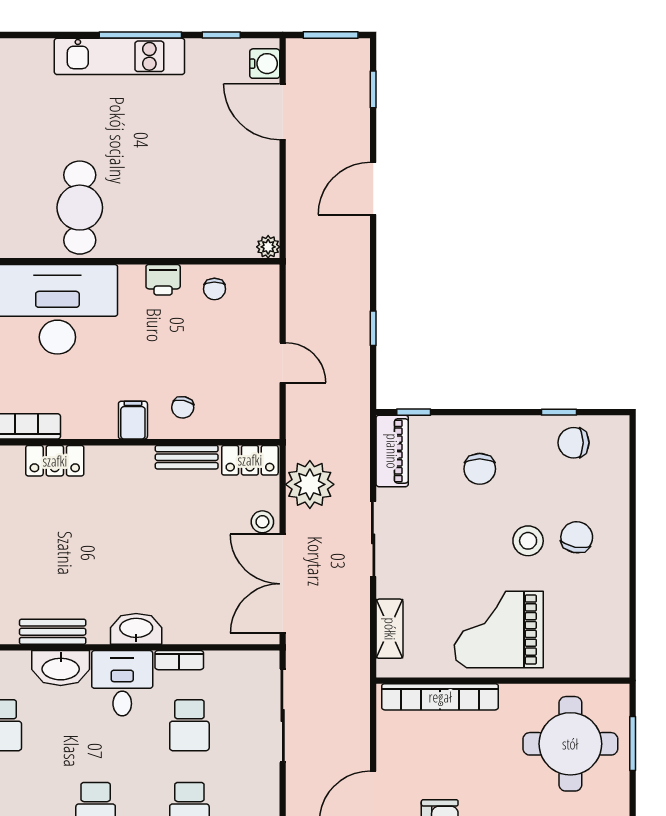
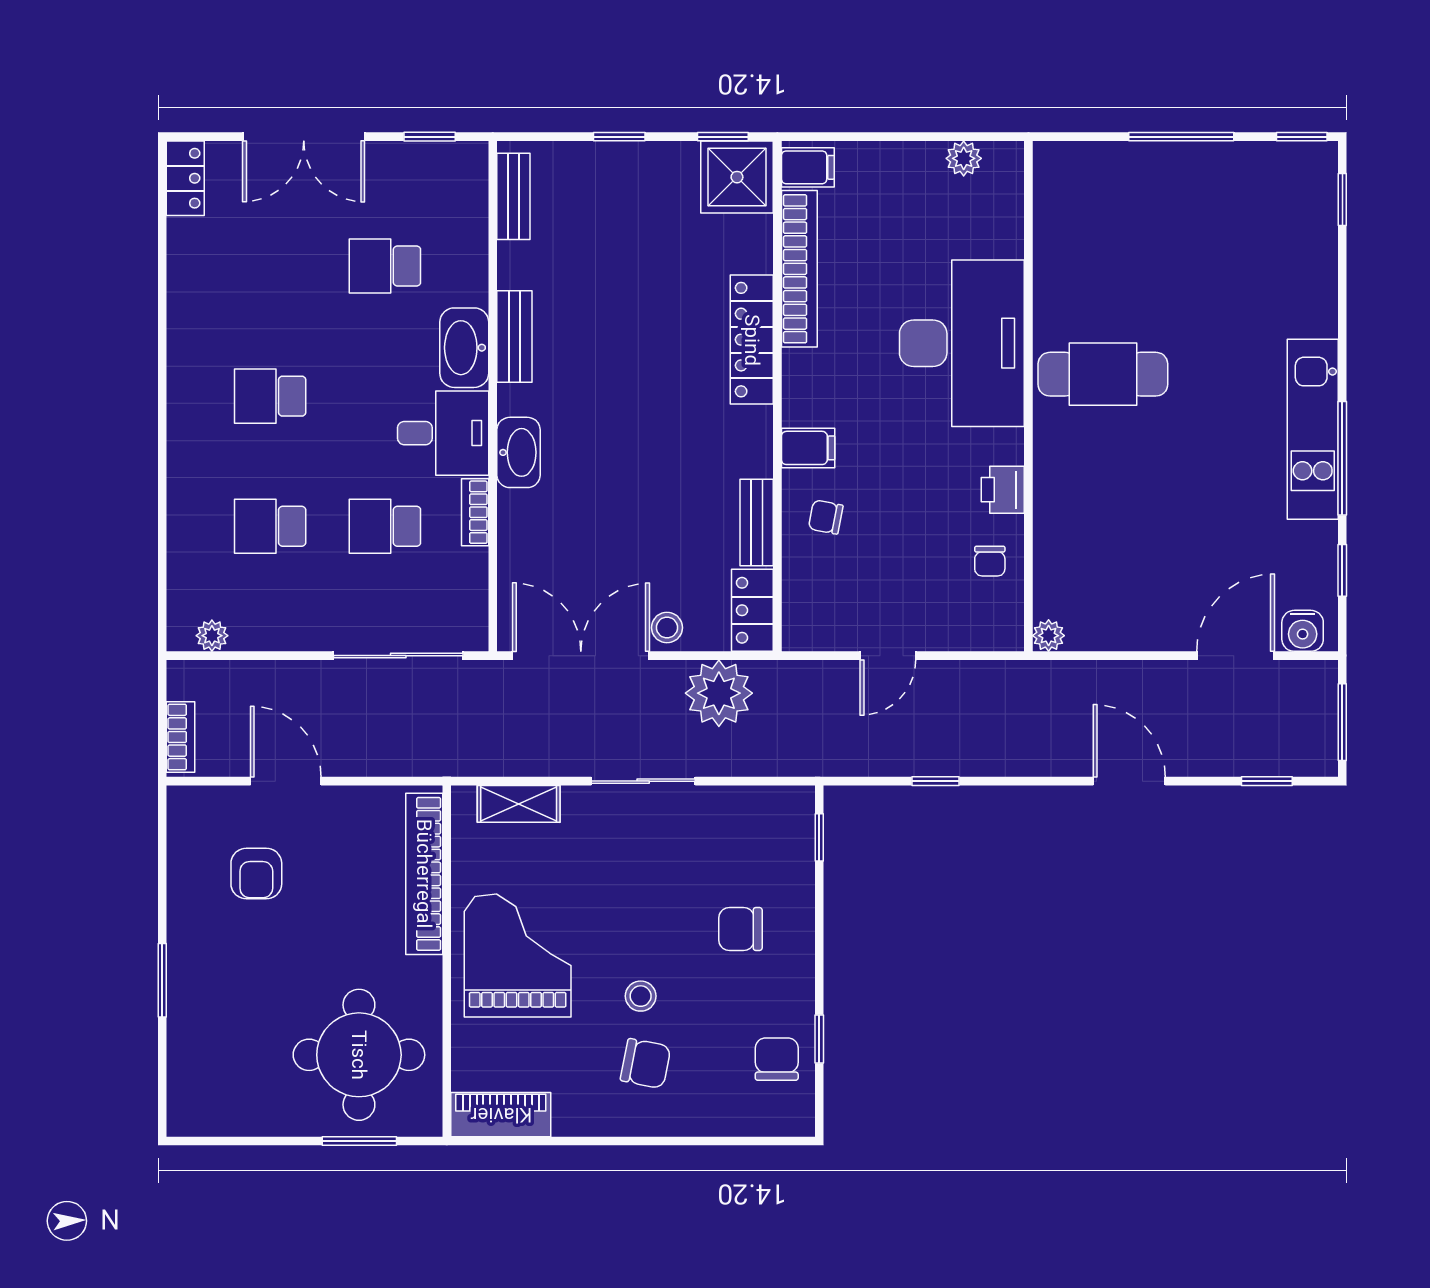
chair: (214, 289) -> (990, 561), turned -90
piano: (392, 451) -> (501, 1115), moved, turned 180
locker: (55, 461) -> (752, 340), width x1.53
stool: (528, 541) -> (641, 996), width x0.73, depth x0.73

